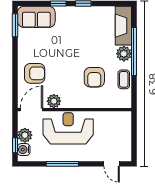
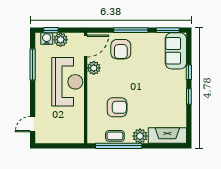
window: (134, 51) -> (119, 146), moved
window: (15, 63) -> (131, 30), added
armchair: (94, 77) -> (117, 107), turned 180
door: (31, 110) -> (86, 46), hinge flipped
window: (62, 164) -> (33, 65), moved

